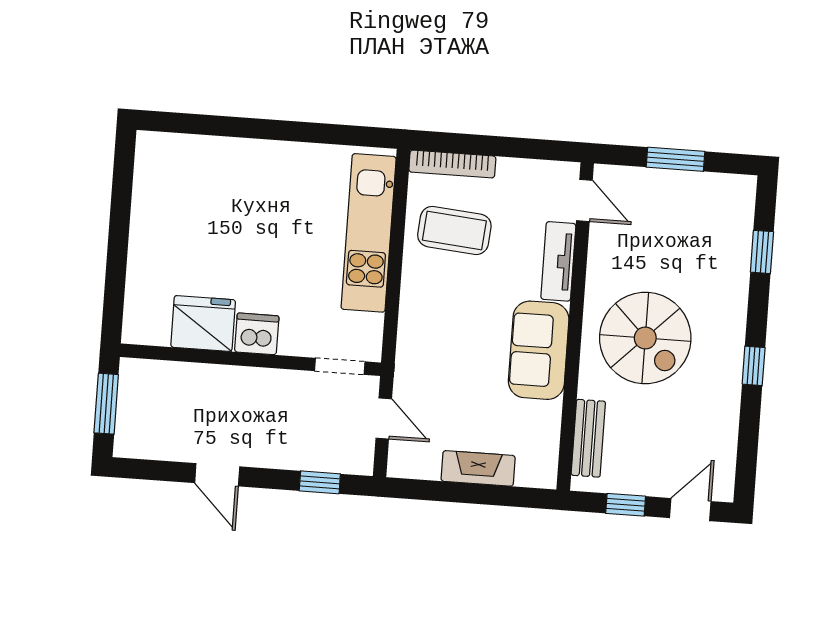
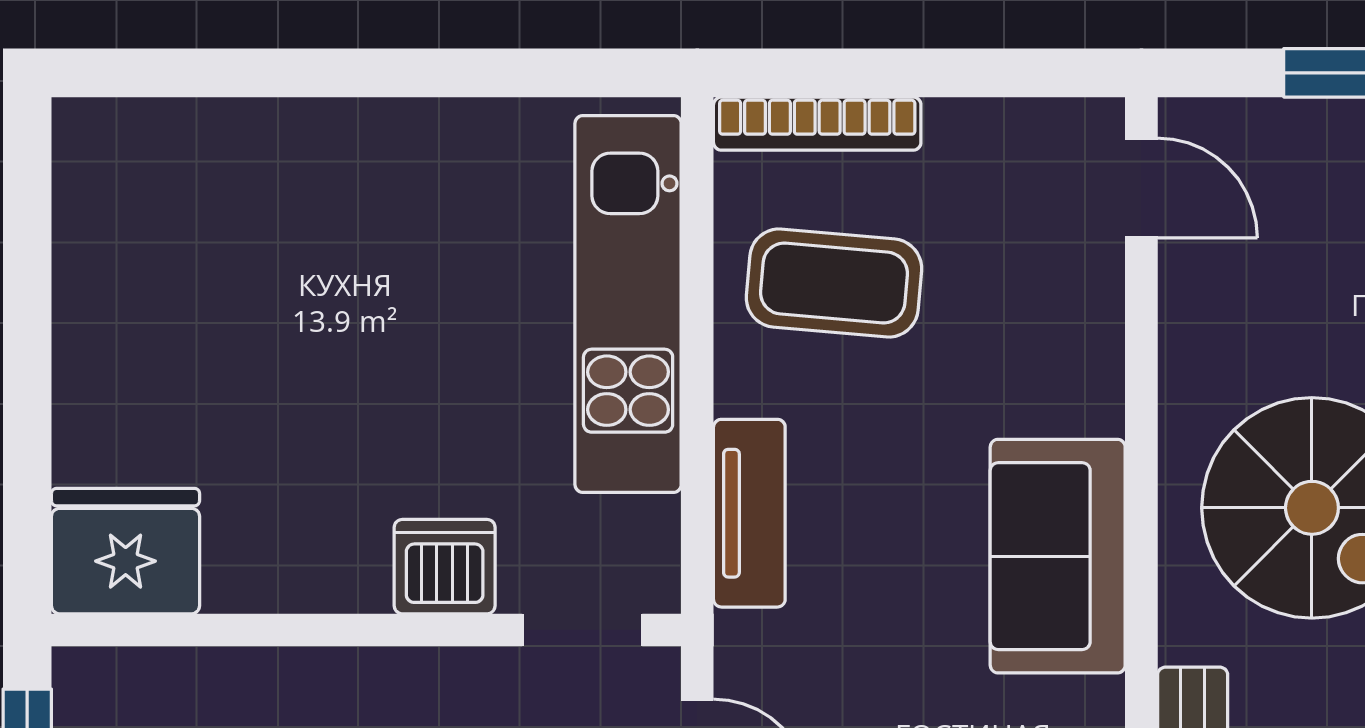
tv unit: (558, 261) -> (749, 513), moved, turned 180
fridge: (203, 323) -> (126, 551), moved
dishwasher: (257, 334) -> (445, 567), moved

